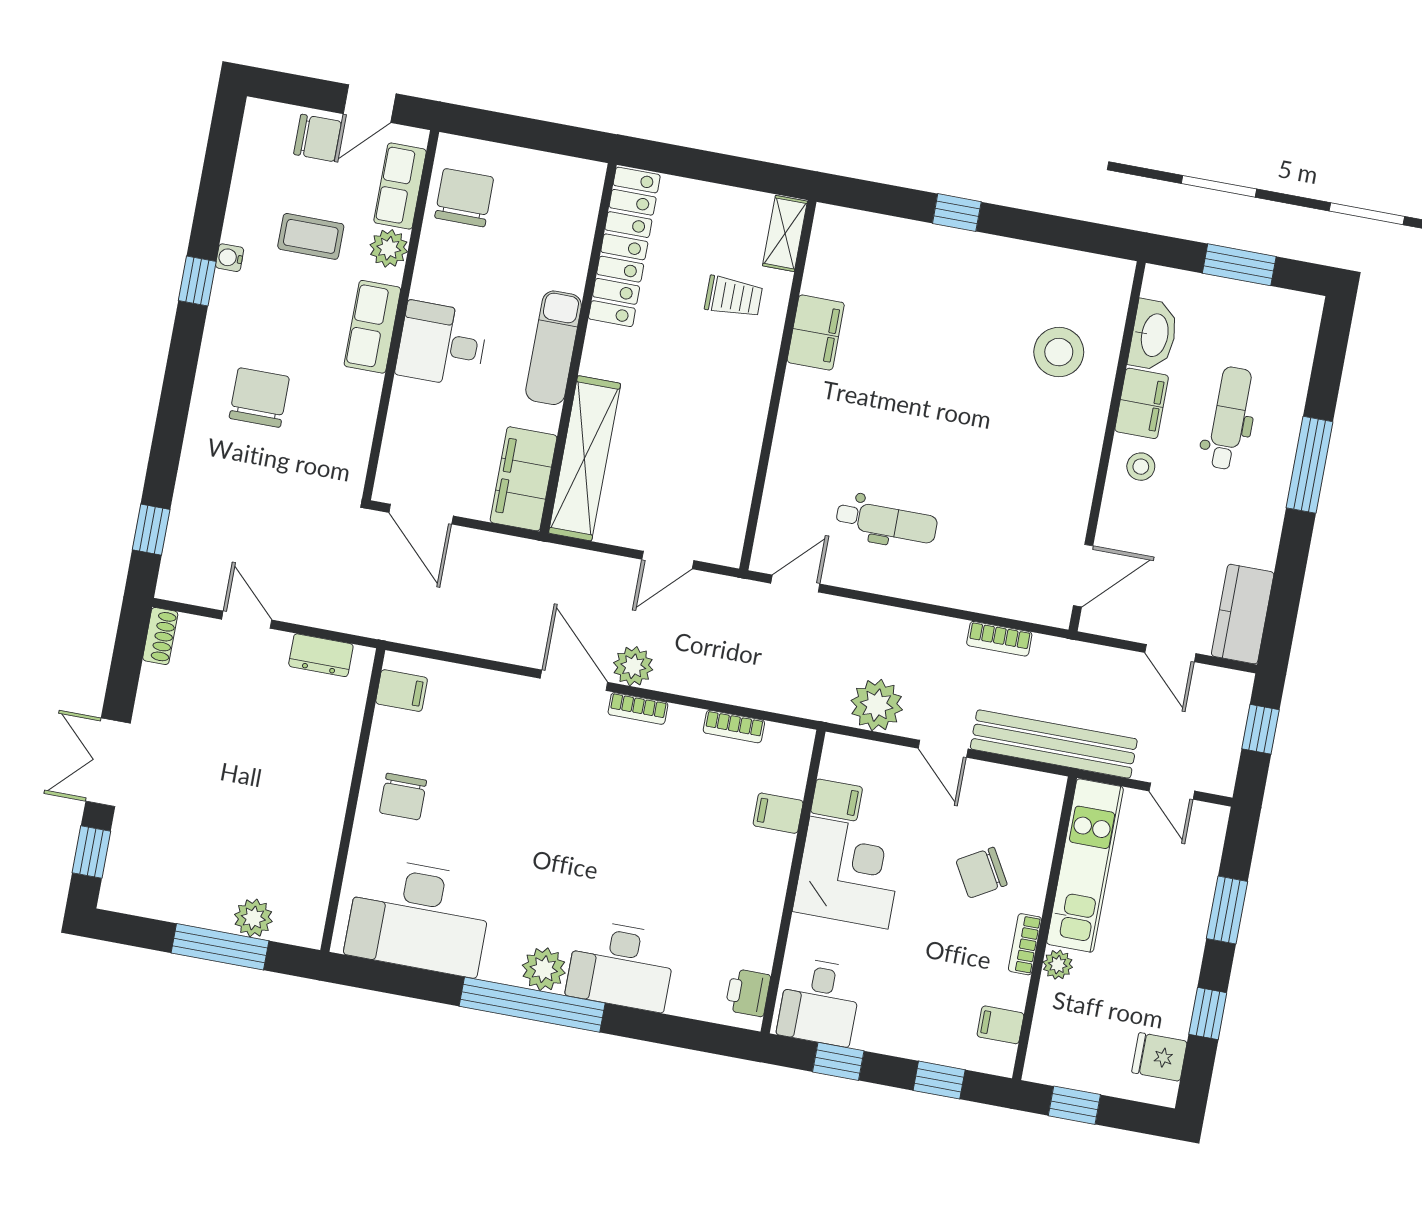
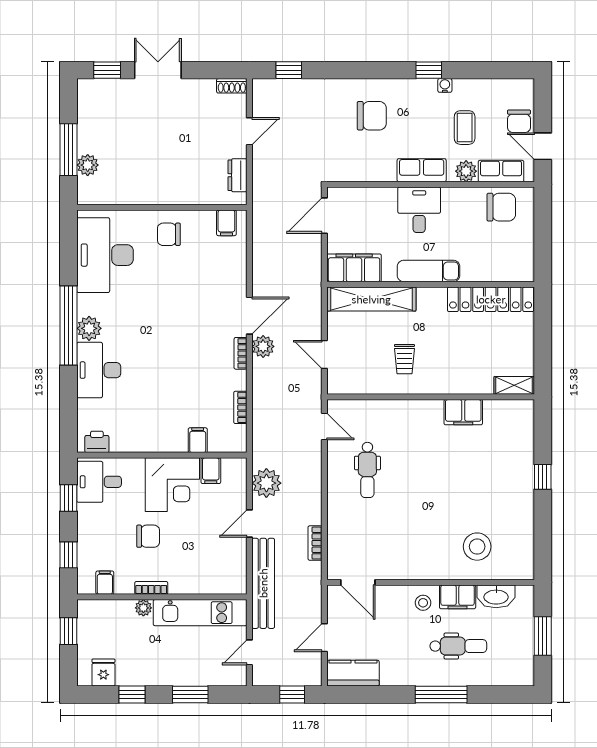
trolley: (734, 297) -> (404, 359), moved
chair: (982, 873) -> (148, 536), moved, turned 120

